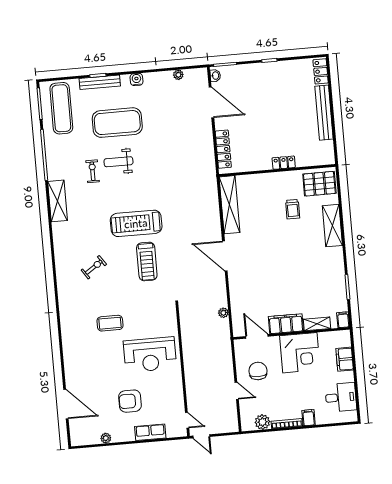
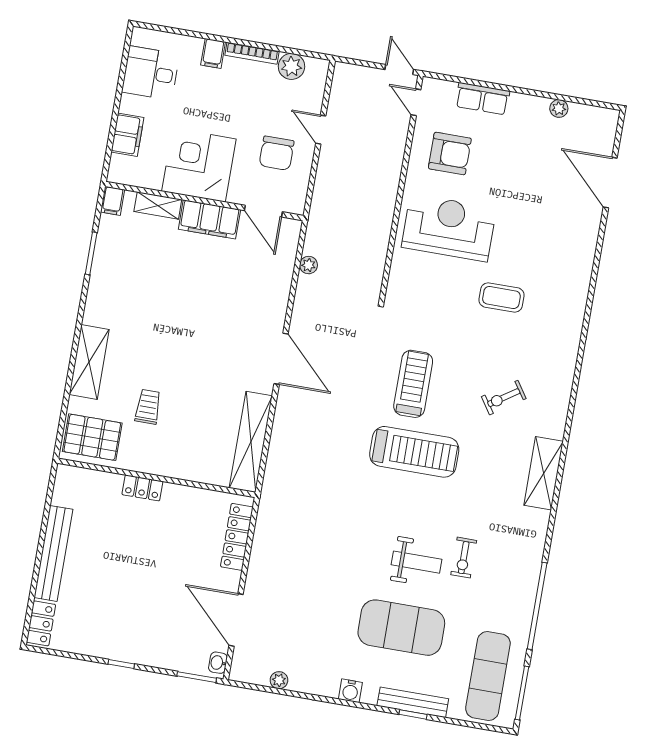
shelving: (58, 201) -> (544, 473), moved
armchair: (130, 401) -> (450, 153), moved

